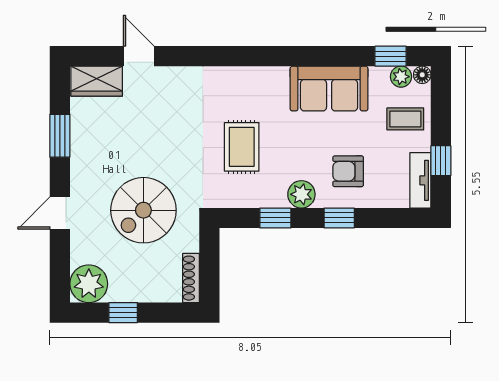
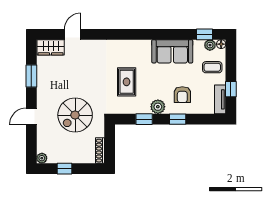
door: (139, 56) -> (73, 34), hinge flipped
armchair: (348, 171) -> (182, 95), turned -90
plant: (89, 284) -> (42, 158), width x0.53, depth x0.53

